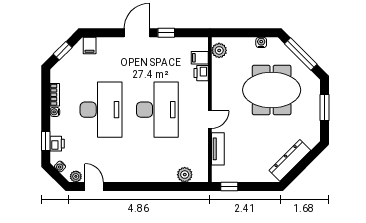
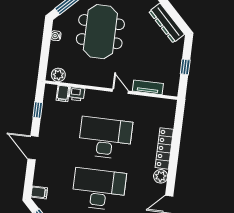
window: (166, 33) -> (38, 110), moved
locker: (154, 175) -> (164, 148), added
plant: (185, 175) -> (161, 176), moved
window: (229, 186) -> (185, 67), moved

